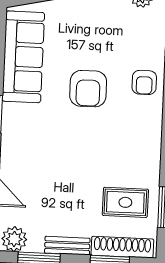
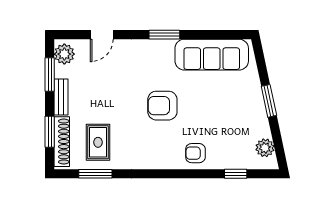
armchair: (88, 89) -> (162, 106), moved

